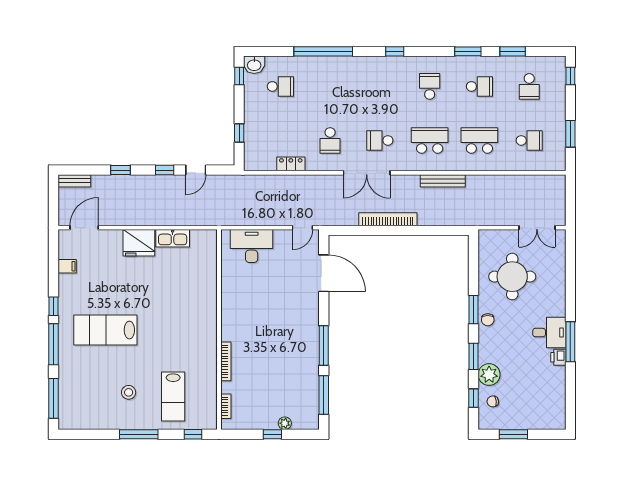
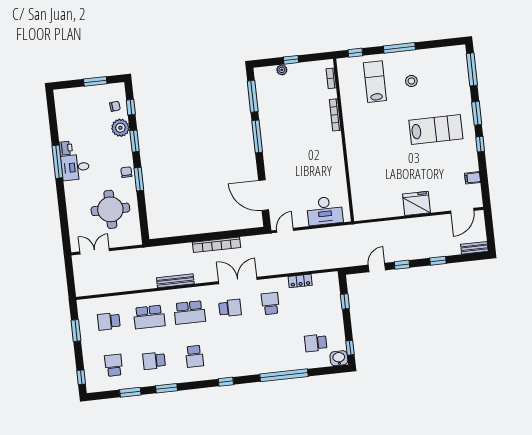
kitchen sink: (173, 238) -> (390, 210), removed
window: (53, 344) -> (477, 113), width x0.69

